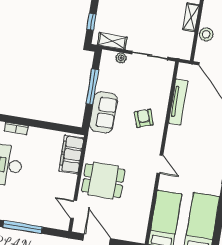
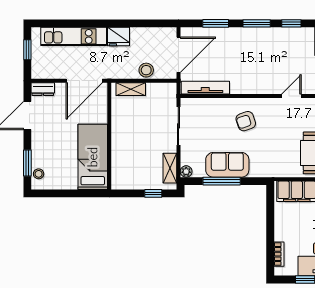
plant: (121, 58) -> (186, 171), moved
tv unit: (178, 102) -> (205, 88), moved
sofa: (103, 112) -> (227, 165), moved

